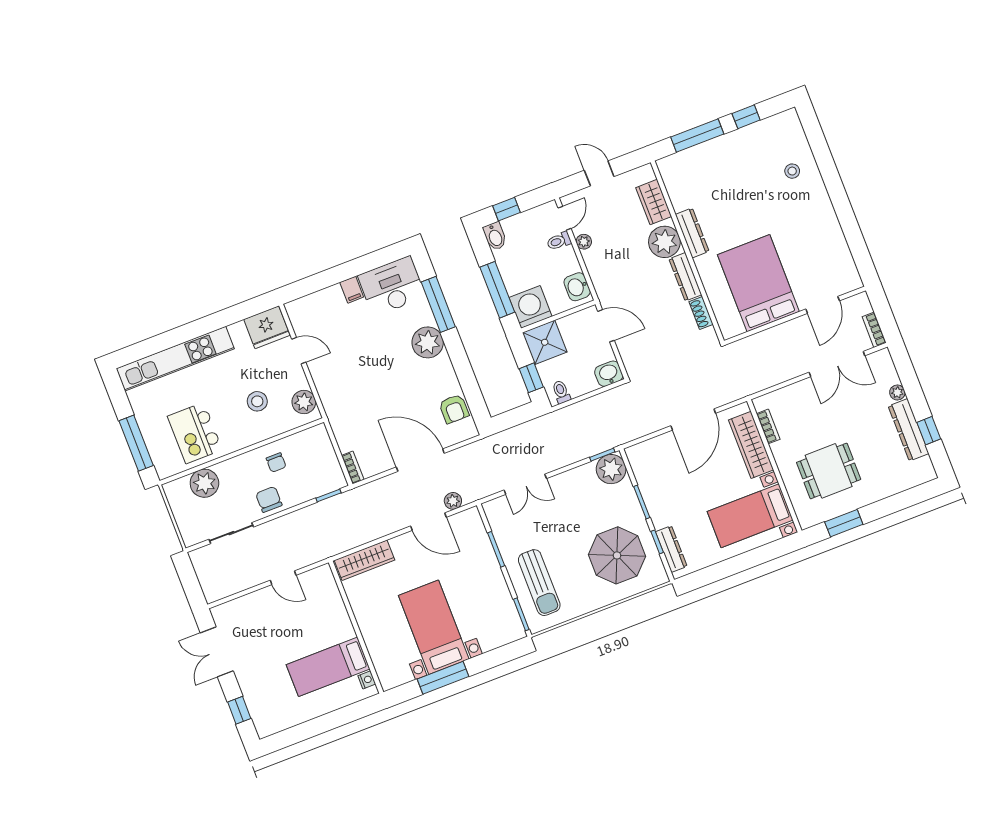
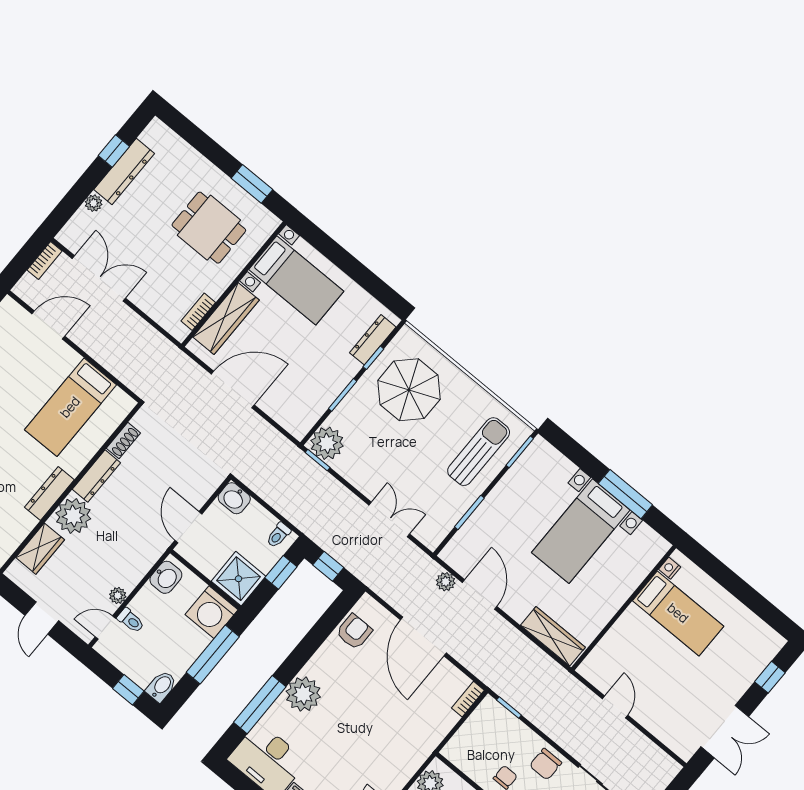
bed: (758, 283) -> (70, 407), width x0.67
window: (516, 417) -> (328, 566), added

